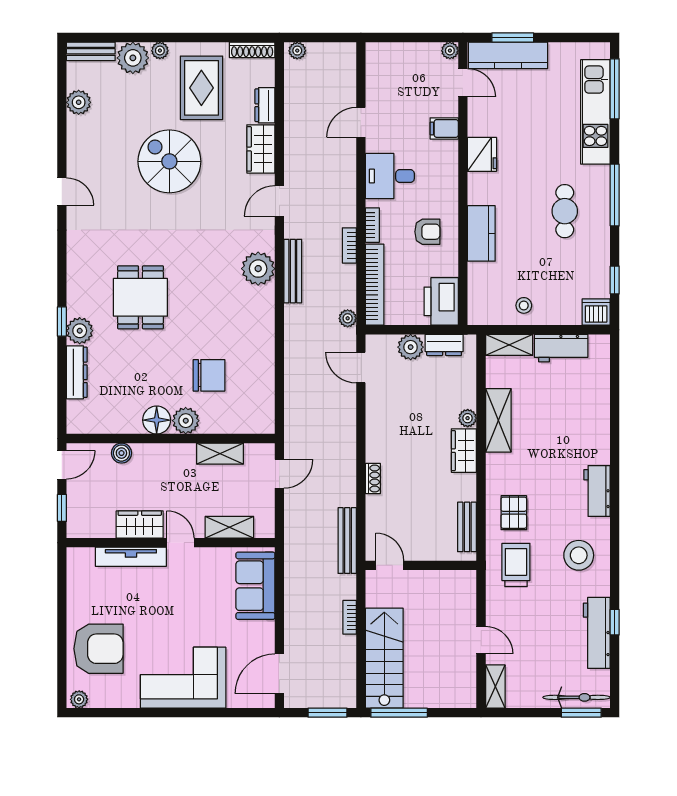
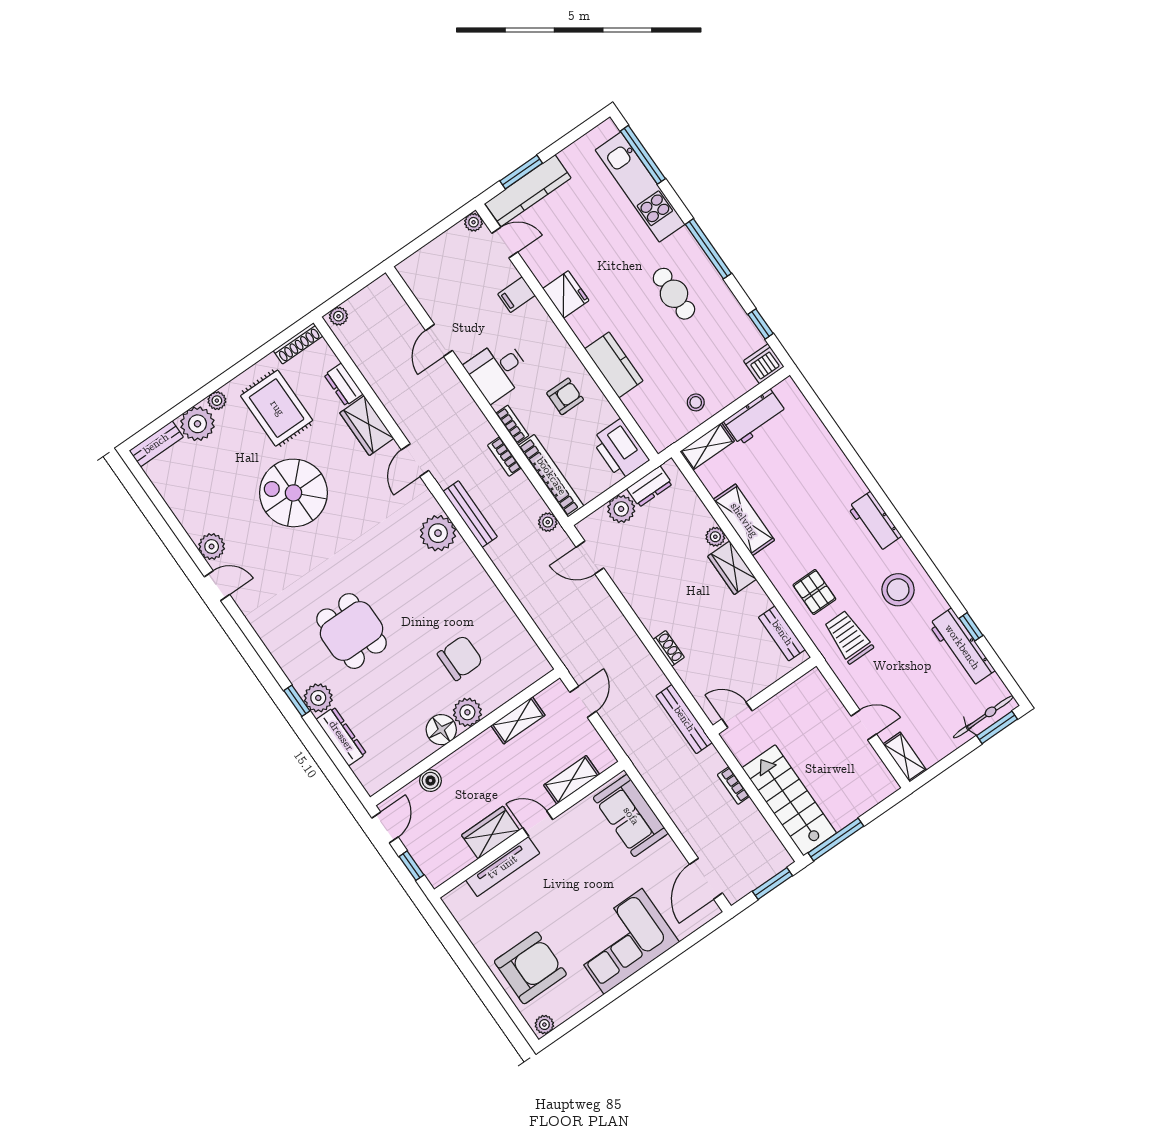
plant: (79, 102) -> (212, 546), moved

